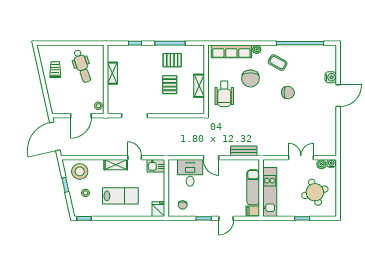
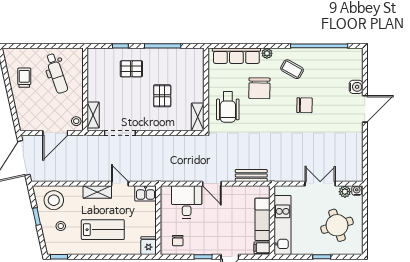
pallet: (172, 60) -> (131, 69), moved
shelving: (112, 73) -> (93, 115), moved
shelving: (199, 86) -> (198, 117), moved

